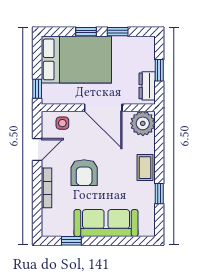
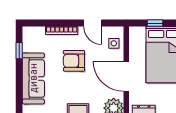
window: (37, 89) -> (155, 23), moved
door: (103, 108) -> (126, 76), hinge flipped

